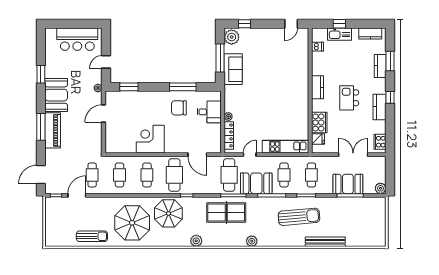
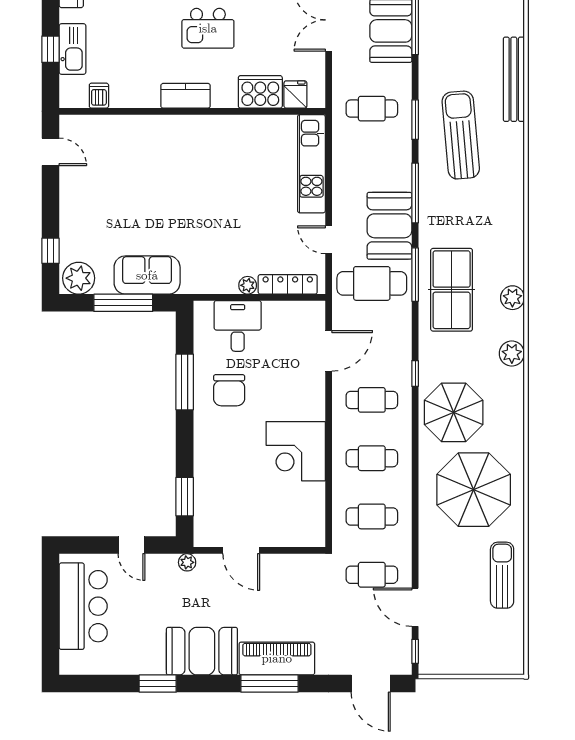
cafe table: (174, 175) -> (372, 400), width x0.73, depth x0.74
cafe table: (284, 175) -> (372, 167), removed
plant: (252, 241) -> (512, 298), moved

